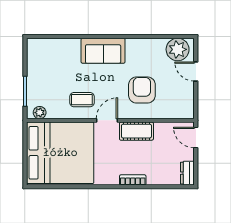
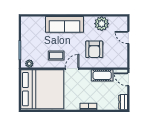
plant: (178, 49) -> (102, 24), moved
sofa: (103, 51) -> (65, 24), width x1.36
armchair: (142, 90) -> (94, 49), turned 180
cot: (136, 131) -> (102, 75), moved

